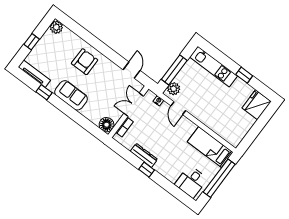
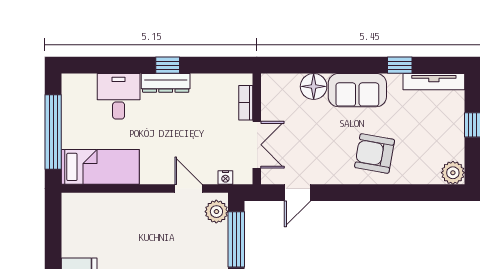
armchair: (85, 62) -> (375, 154), turned 100
door: (132, 70) -> (298, 193), hinge flipped
floor lamp: (107, 125) -> (314, 86), moved
dresser: (144, 155) -> (166, 83), moved
desk: (191, 182) -> (119, 96), moved

